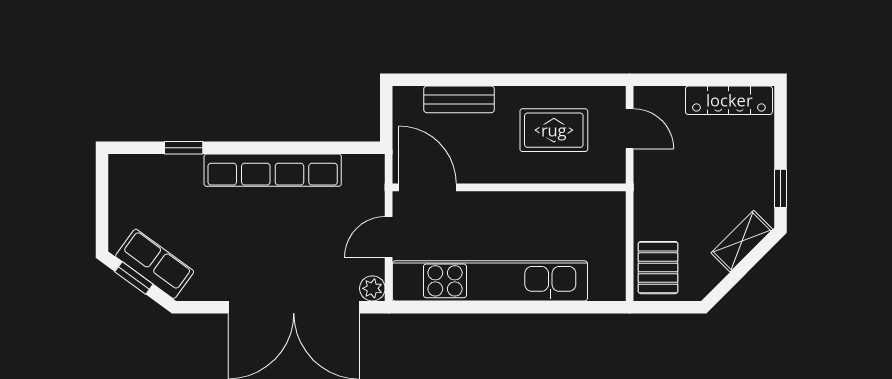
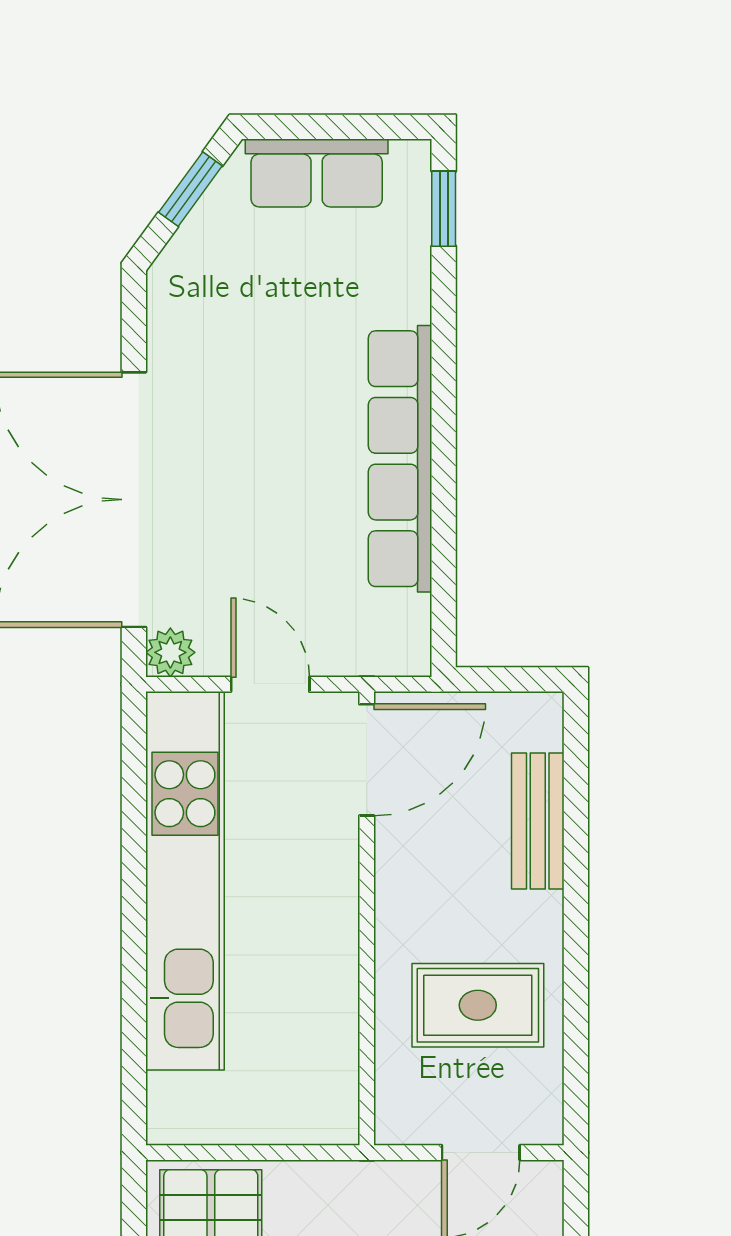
rug: (554, 130) -> (478, 1005), turned 90
window: (184, 148) -> (444, 209), moved
row of seats: (155, 264) -> (317, 173), moved, turned 54

